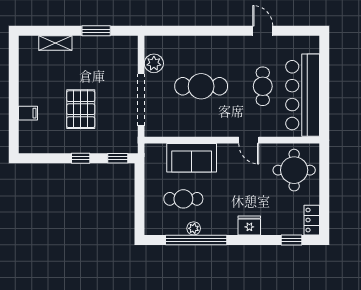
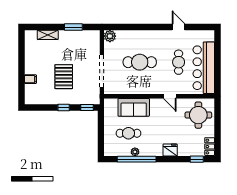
plant: (154, 63) -> (110, 36), moved

